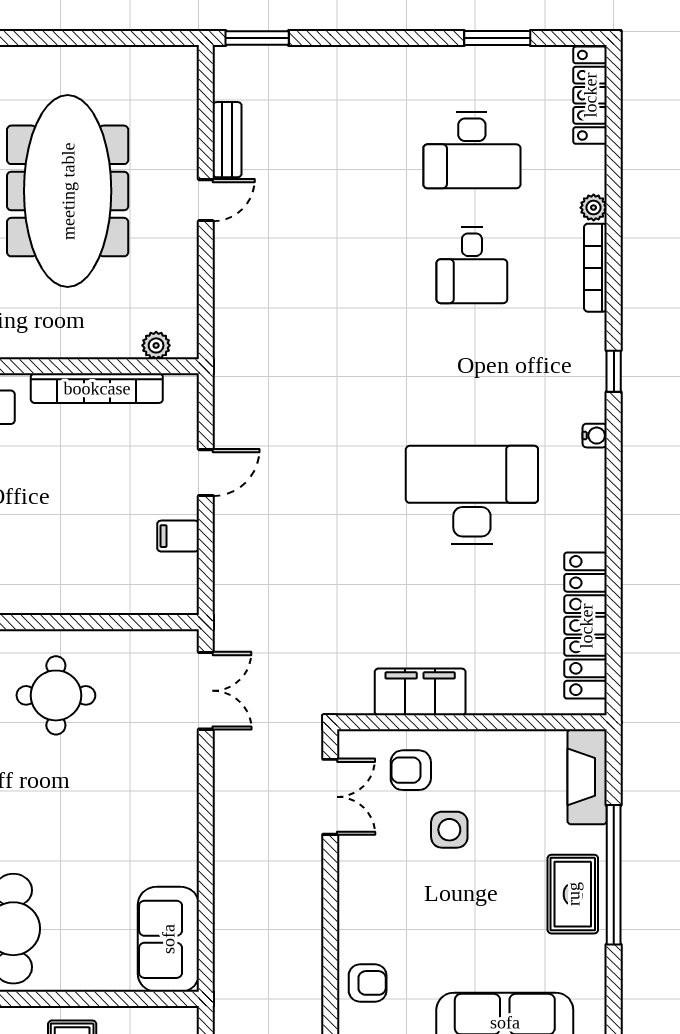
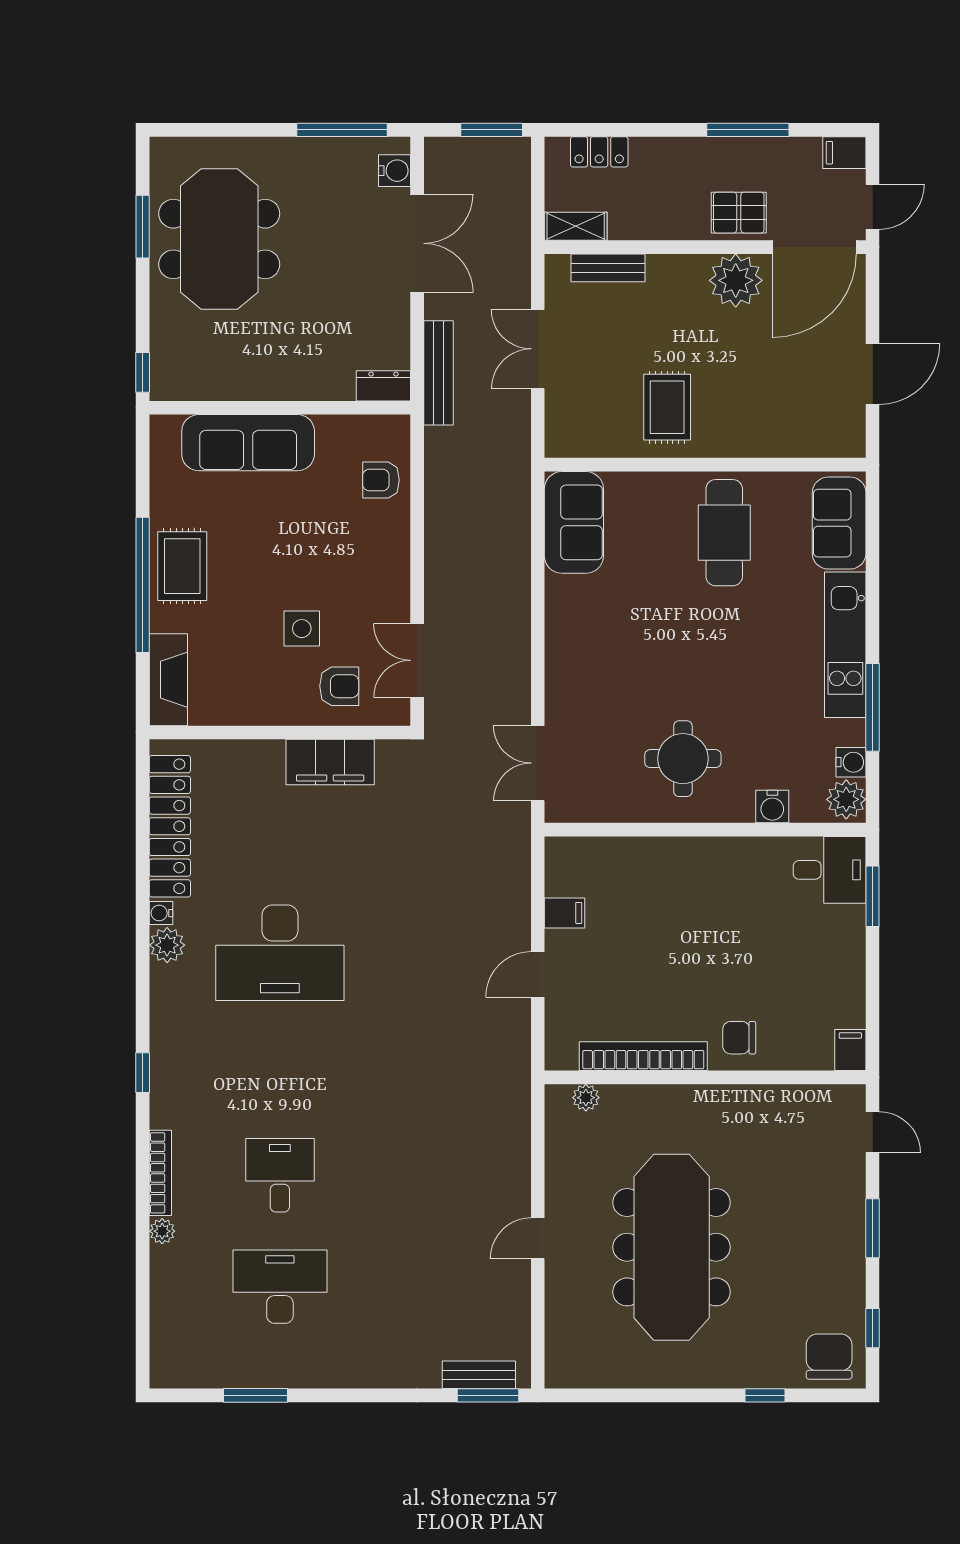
locker: (590, 95) -> (165, 1340), removed
bench: (227, 140) -> (479, 1375), moved, turned 90
water cooler: (595, 436) -> (161, 913), moved
plant: (588, 503) -> (167, 945), added

